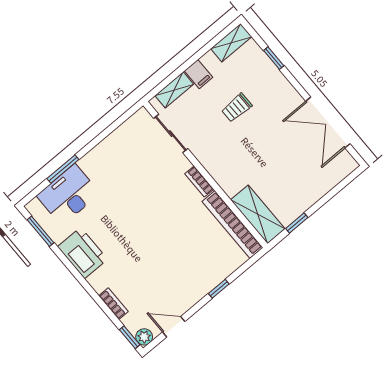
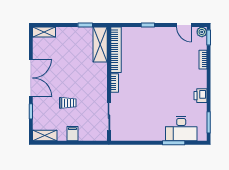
shelving: (174, 90) -> (44, 32), moved
double door: (328, 122) -> (31, 78), moved
printer: (83, 253) -> (201, 96), width x0.53, depth x0.68

